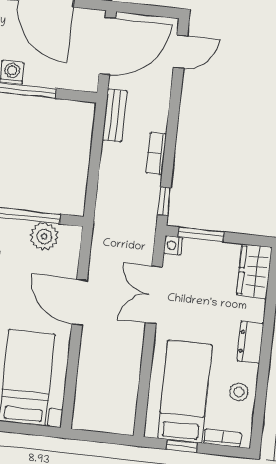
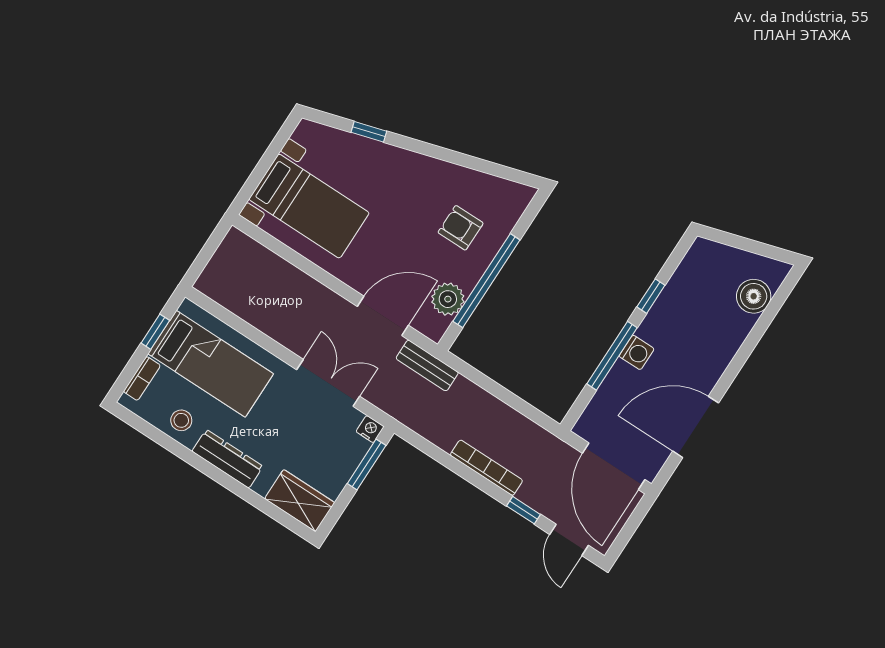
bench: (115, 115) -> (427, 365), moved
bookcase: (156, 154) -> (486, 468), width x1.56
window: (164, 201) -> (523, 510), moved
door: (79, 302) -> (383, 316), moved
dresser: (250, 342) -> (227, 459), width x1.44

